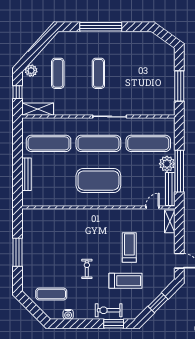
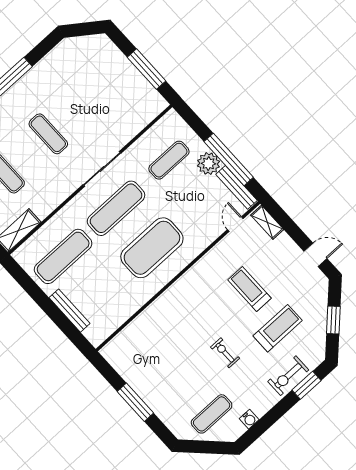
exercise mat: (148, 143) -> (169, 160), width x0.73, depth x0.69

